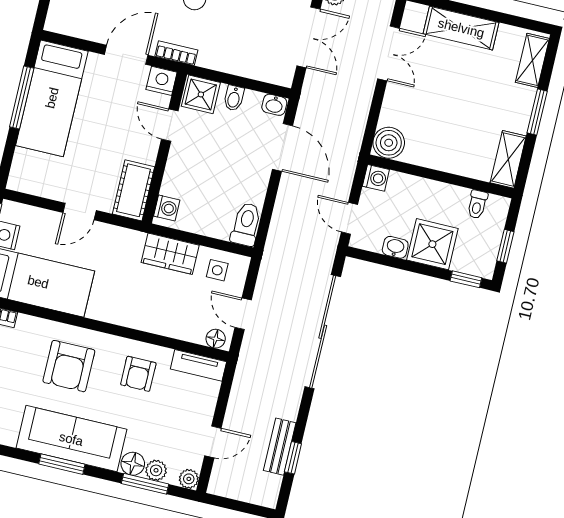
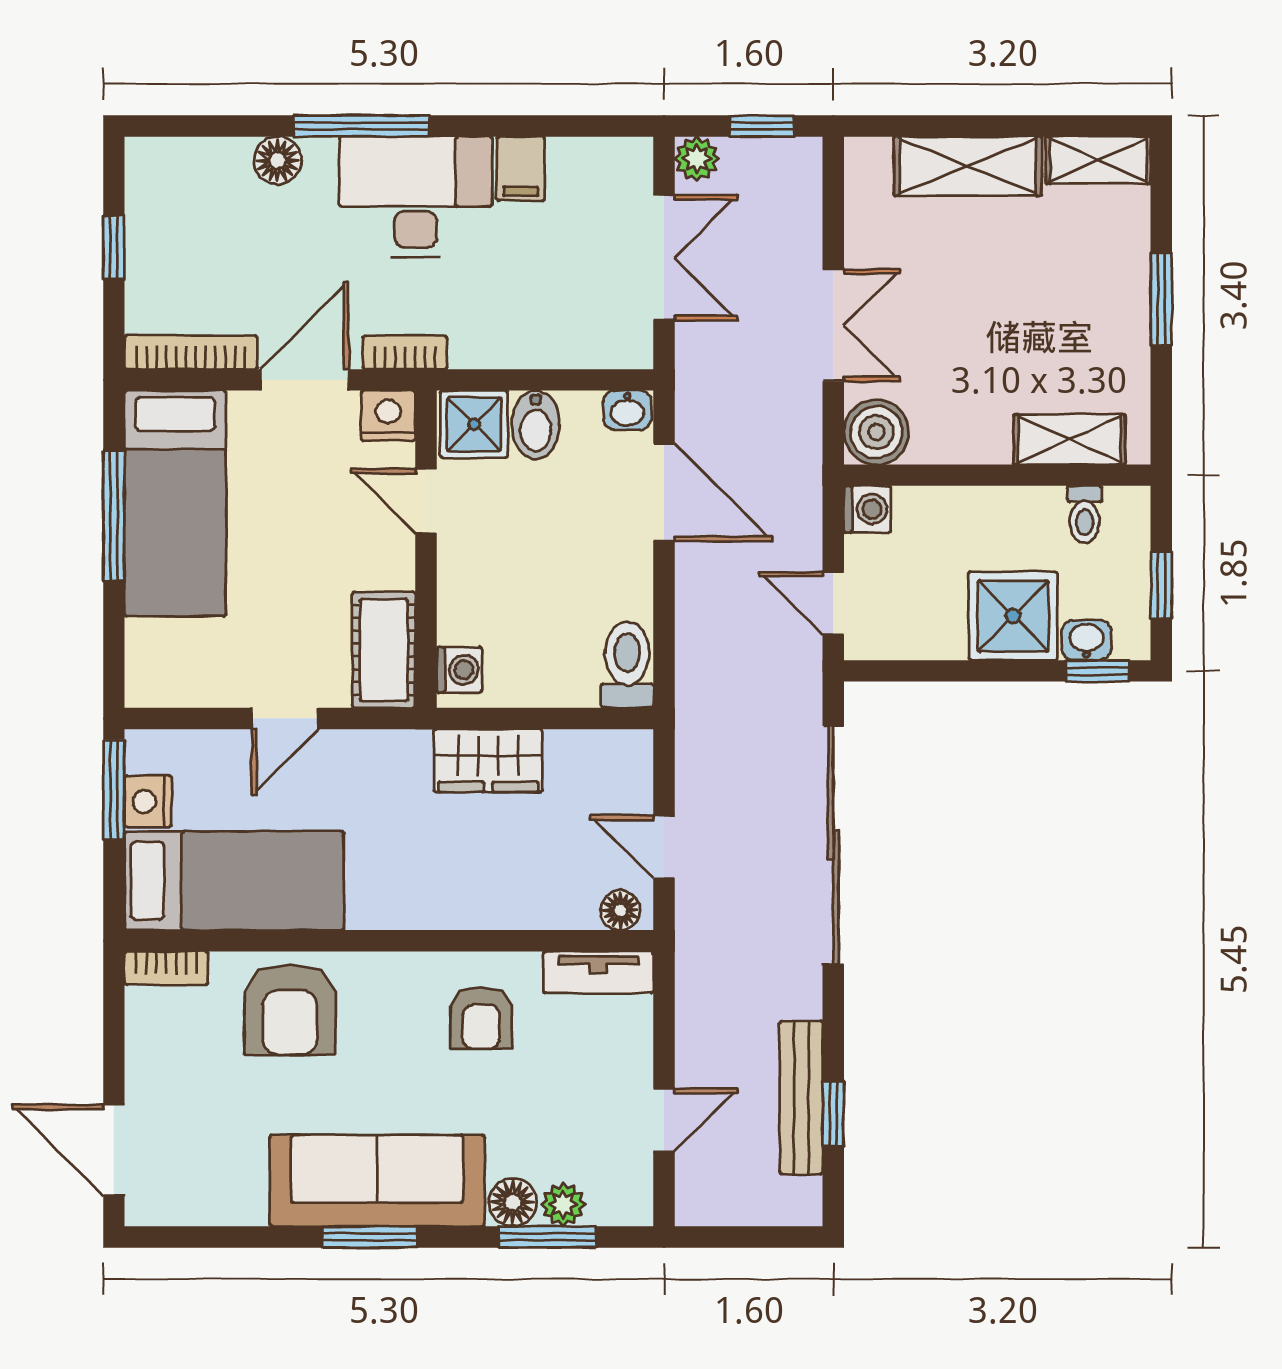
bookcase: (76, 29) -> (191, 352), added
double door: (388, 53) -> (833, 325), moved
shelving: (532, 60) -> (1098, 160), moved, turned 90
bidet: (234, 98) -> (536, 425), width x1.38, depth x1.36
shelving: (508, 159) -> (1069, 439), moved, turned 90
washbasin: (395, 247) -> (1087, 640), moved
side table: (217, 270) -> (591, 771), removed
armchair: (69, 366) -> (290, 1010), moved
bench: (280, 447) -> (801, 1098), width x1.36
plant: (189, 479) -> (633, 1206), removed

